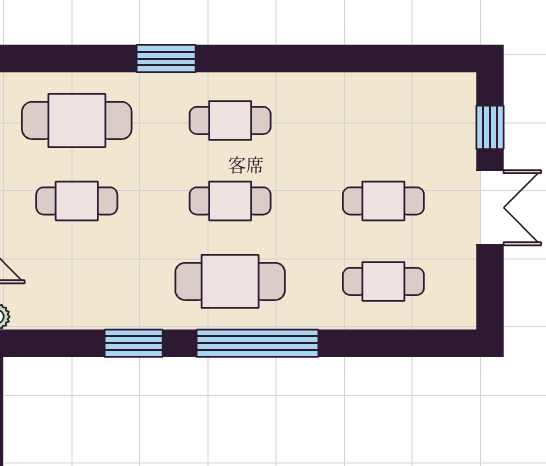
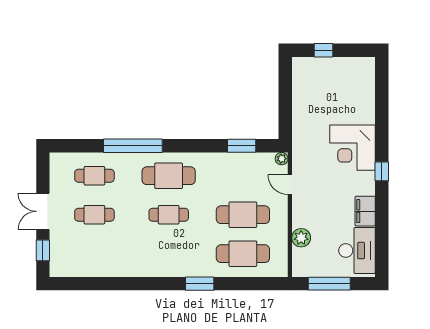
cafe table: (230, 120) -> (169, 254), removed
cafe table: (77, 201) -> (243, 215), width x1.37, depth x1.35
window: (134, 343) -> (242, 146), moved
window: (258, 343) -> (133, 146), moved

